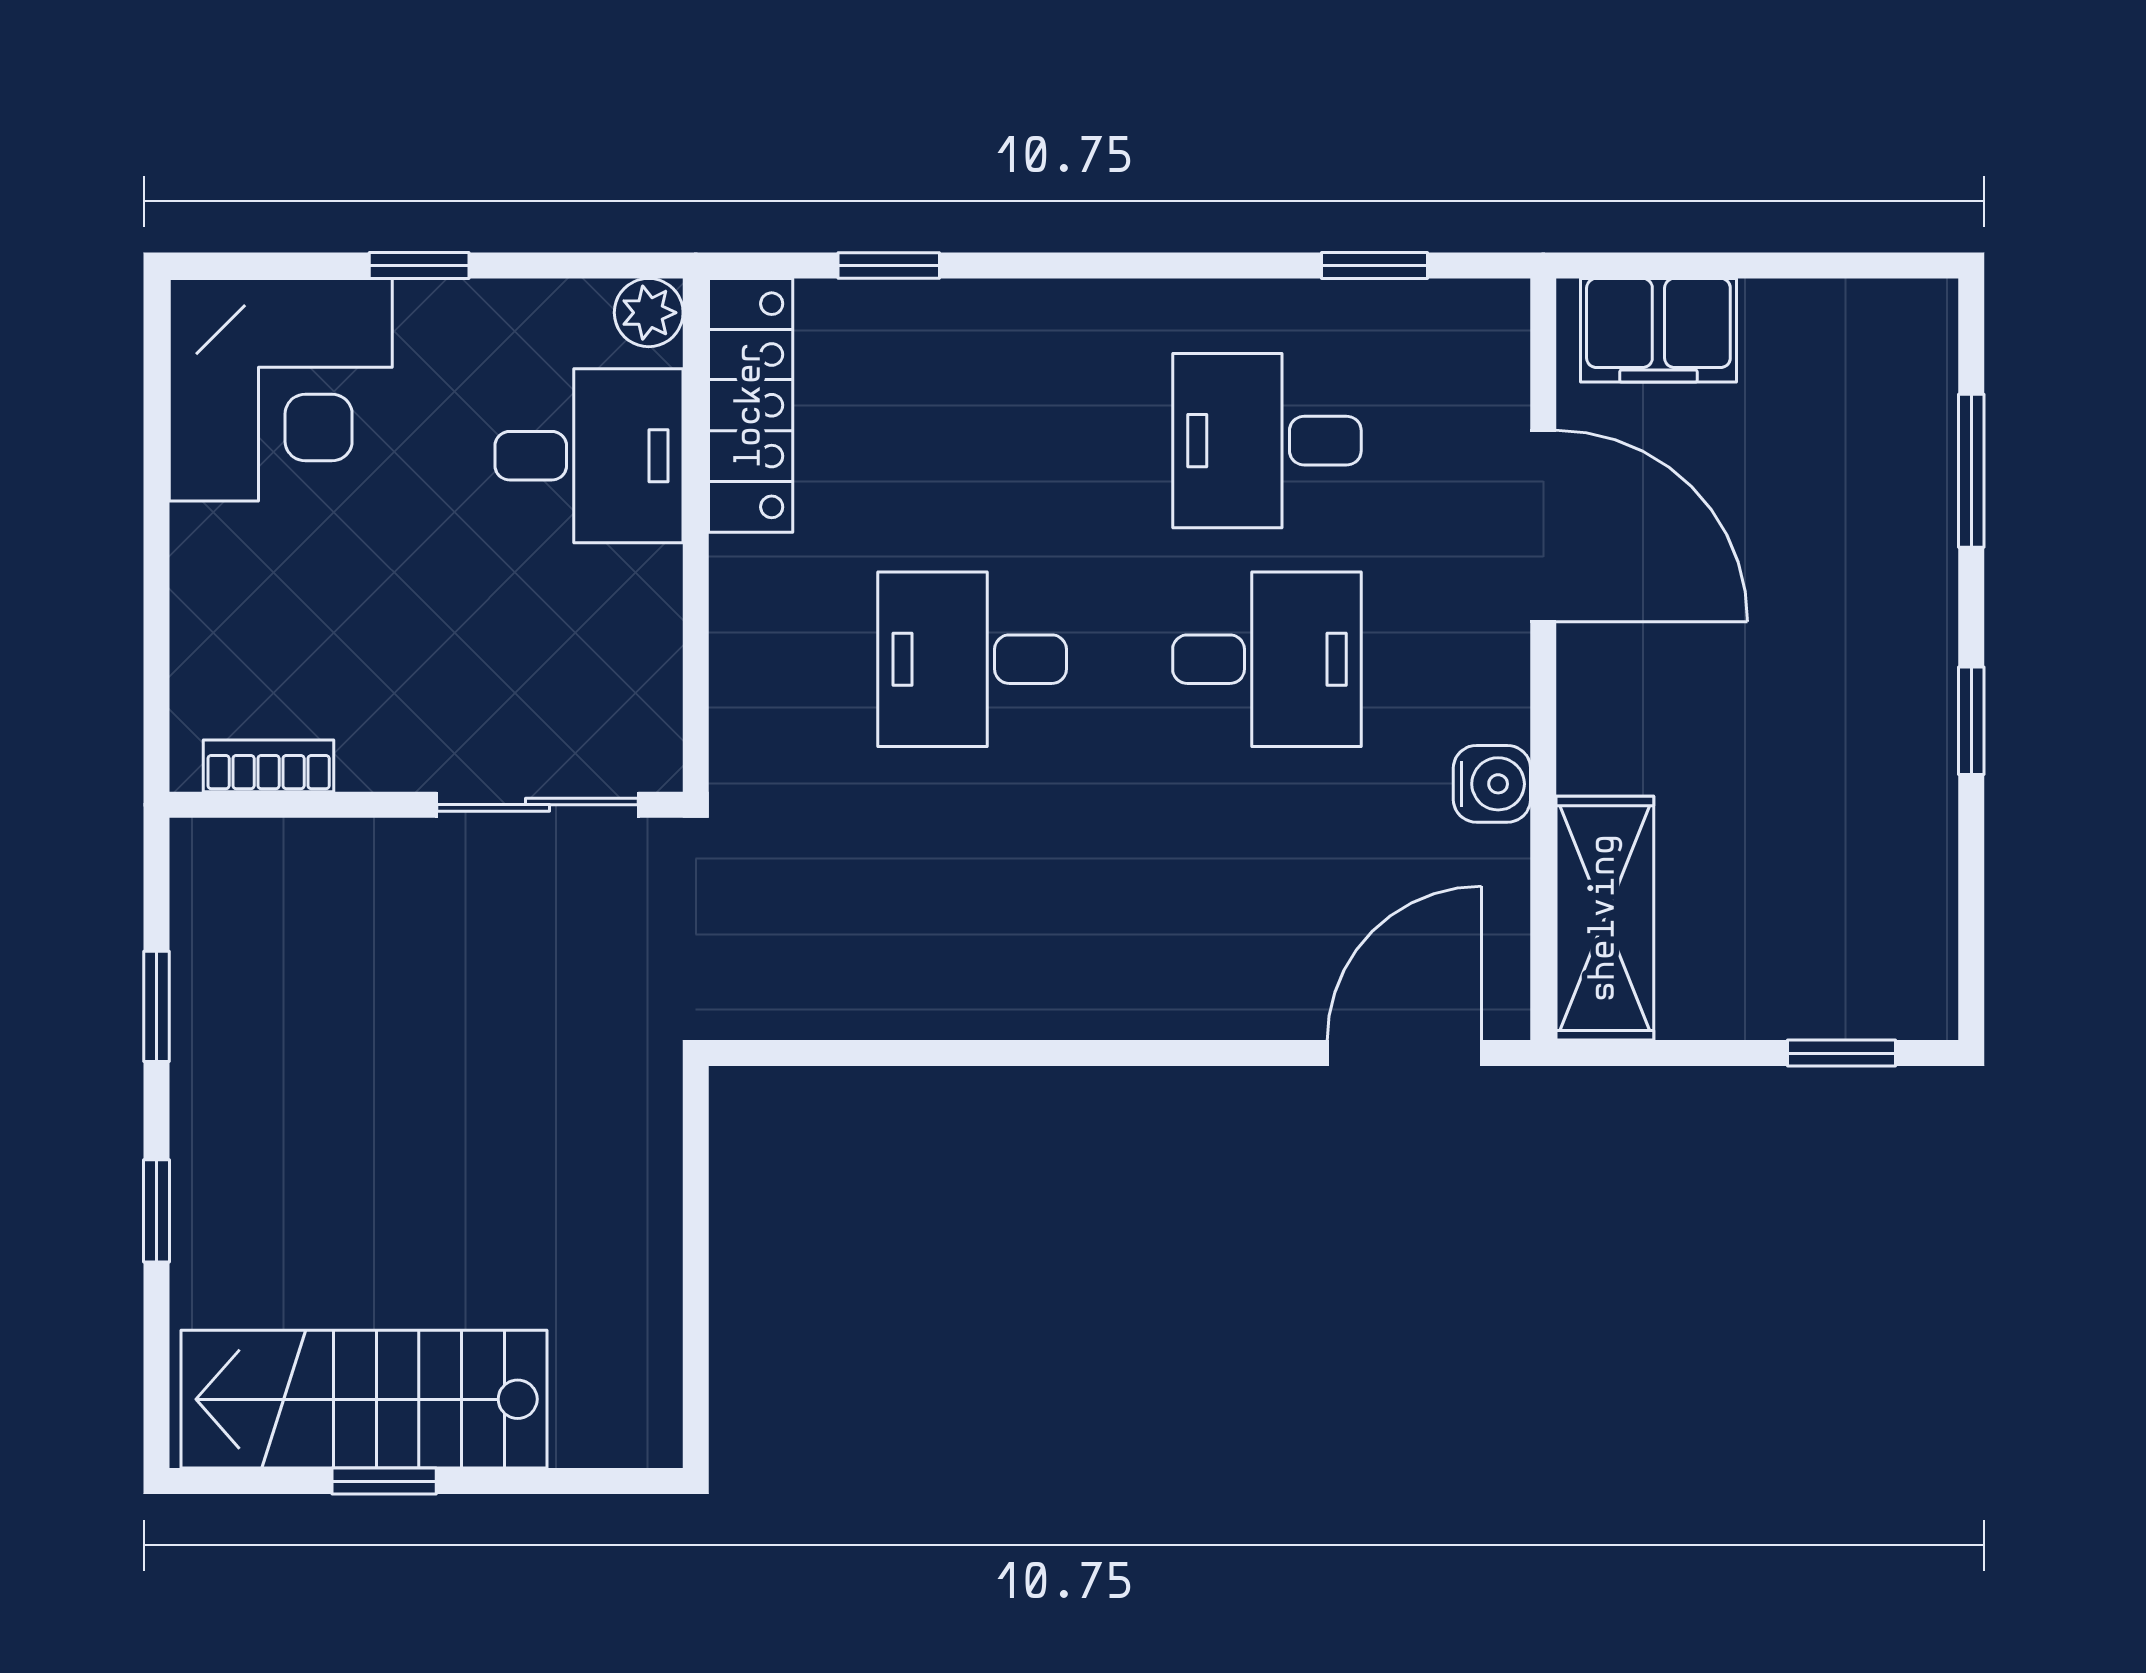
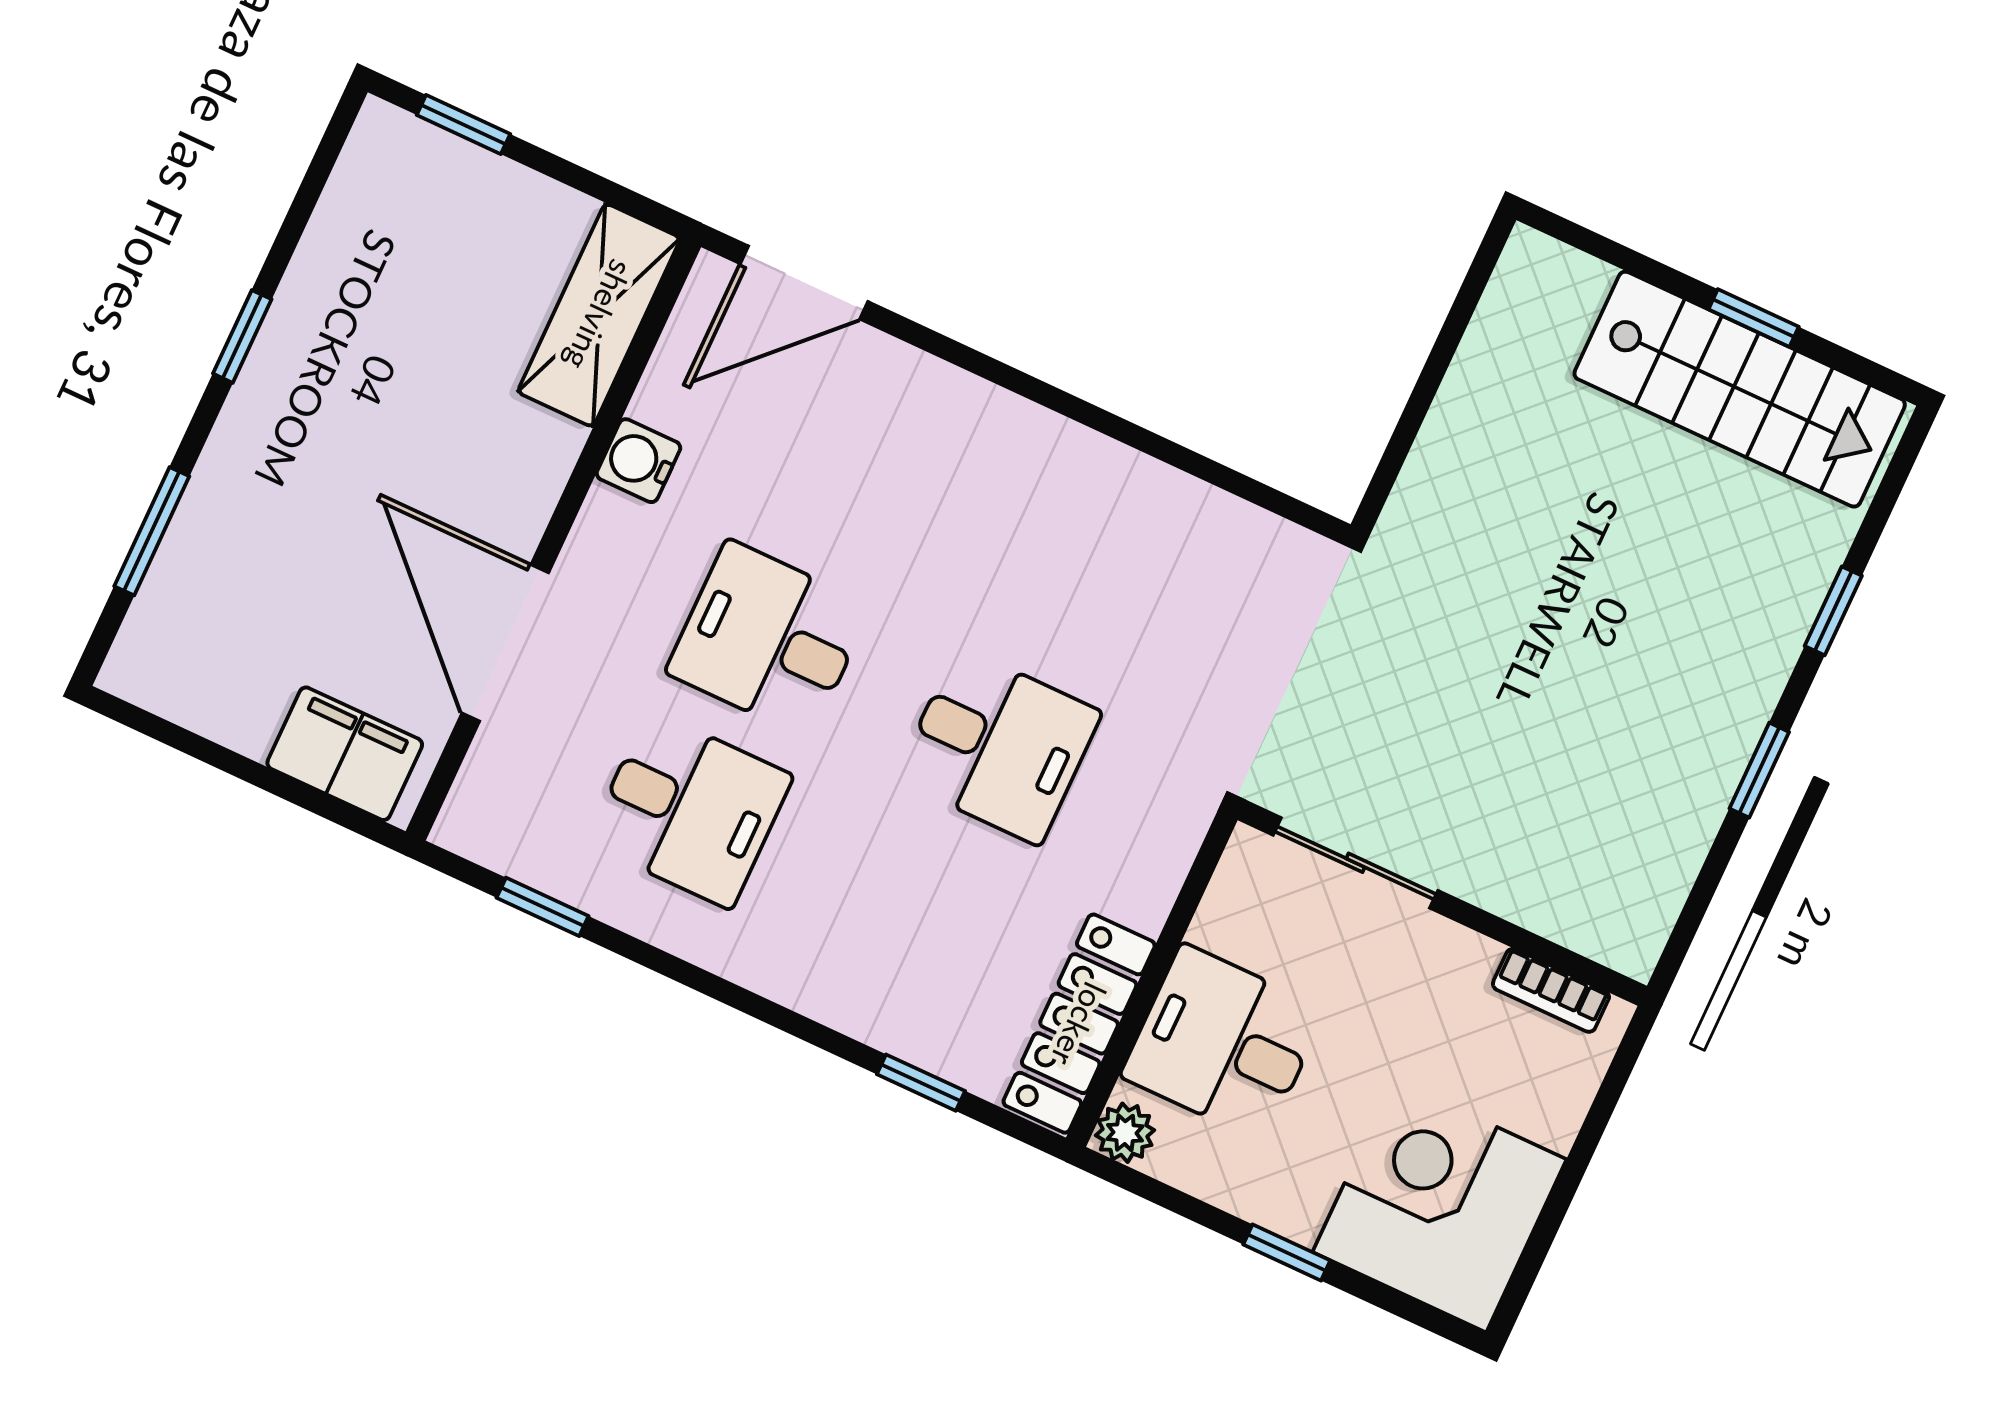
bookcase: (269, 766) -> (1551, 990), moved
wall: (426, 805) -> (1442, 903), moved
sliding door: (538, 805) -> (1356, 863), moved

